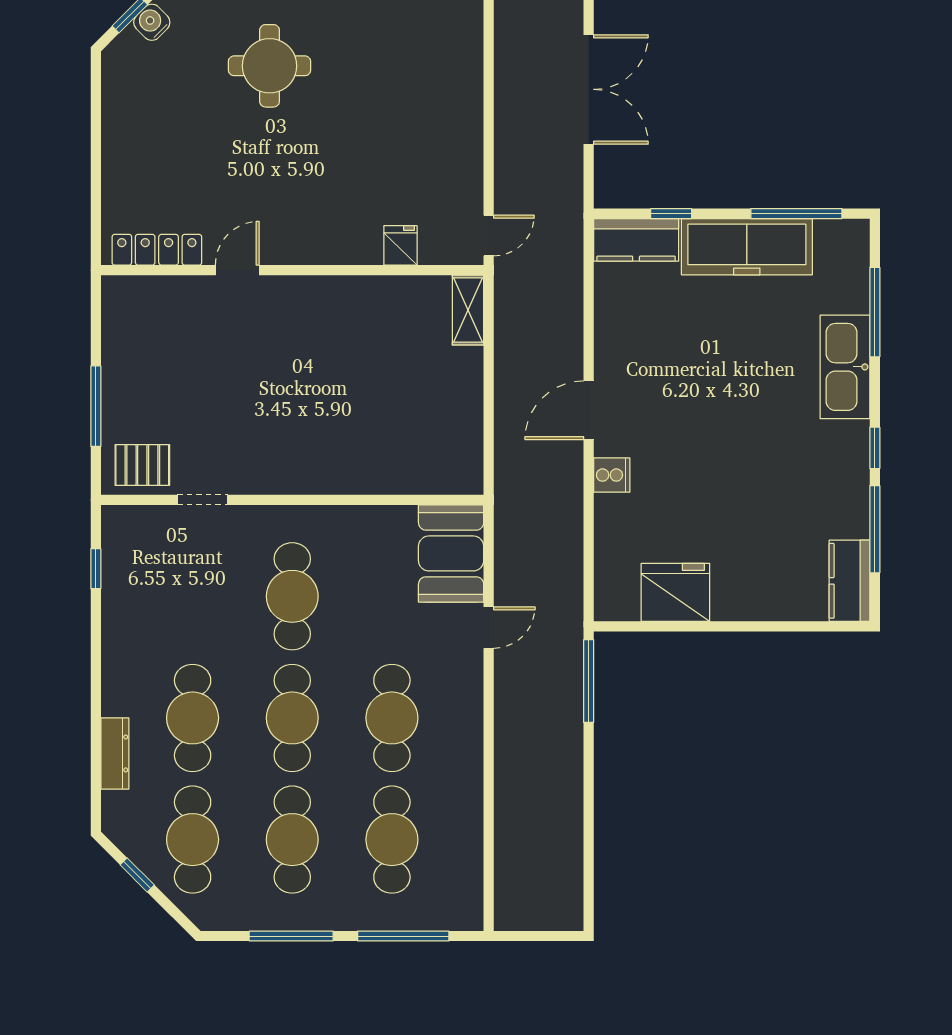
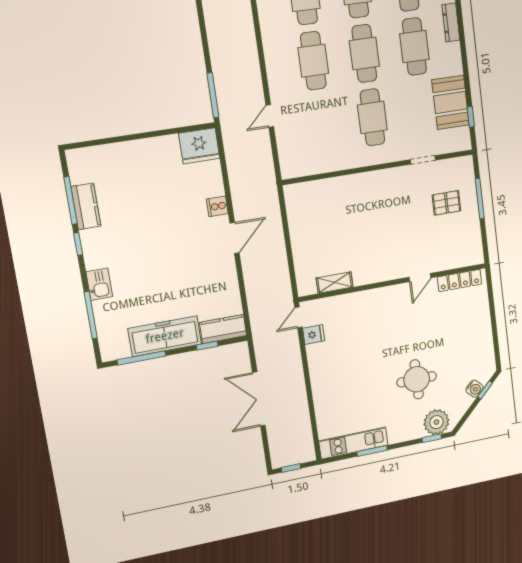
fridge: (400, 245) -> (314, 335), moved, turned -90
shelving: (468, 310) -> (335, 283), moved, turned 90
kitchen sink: (845, 367) -> (99, 284), width x0.53, depth x0.81
pallet: (142, 465) -> (446, 203), moved
booth: (451, 553) -> (451, 102), moved
kitchen counter: (850, 581) -> (86, 206), moved
fridge: (675, 592) -> (199, 146), moved

